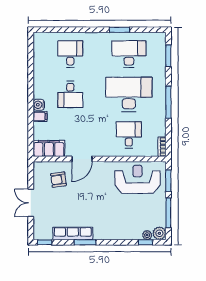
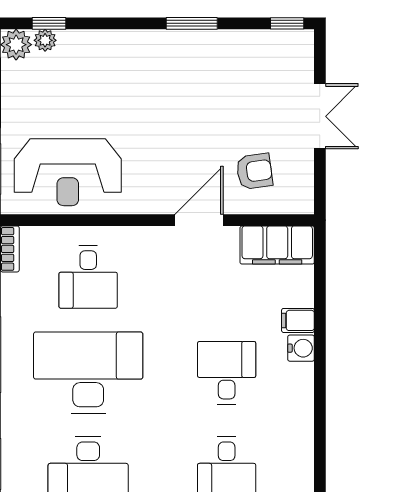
desk: (129, 94) -> (88, 373), turned 180
row of seats: (73, 233) -> (221, 44), removed

